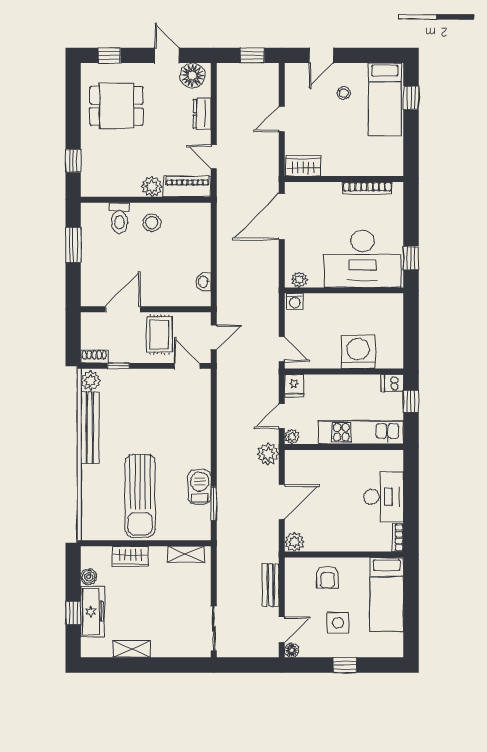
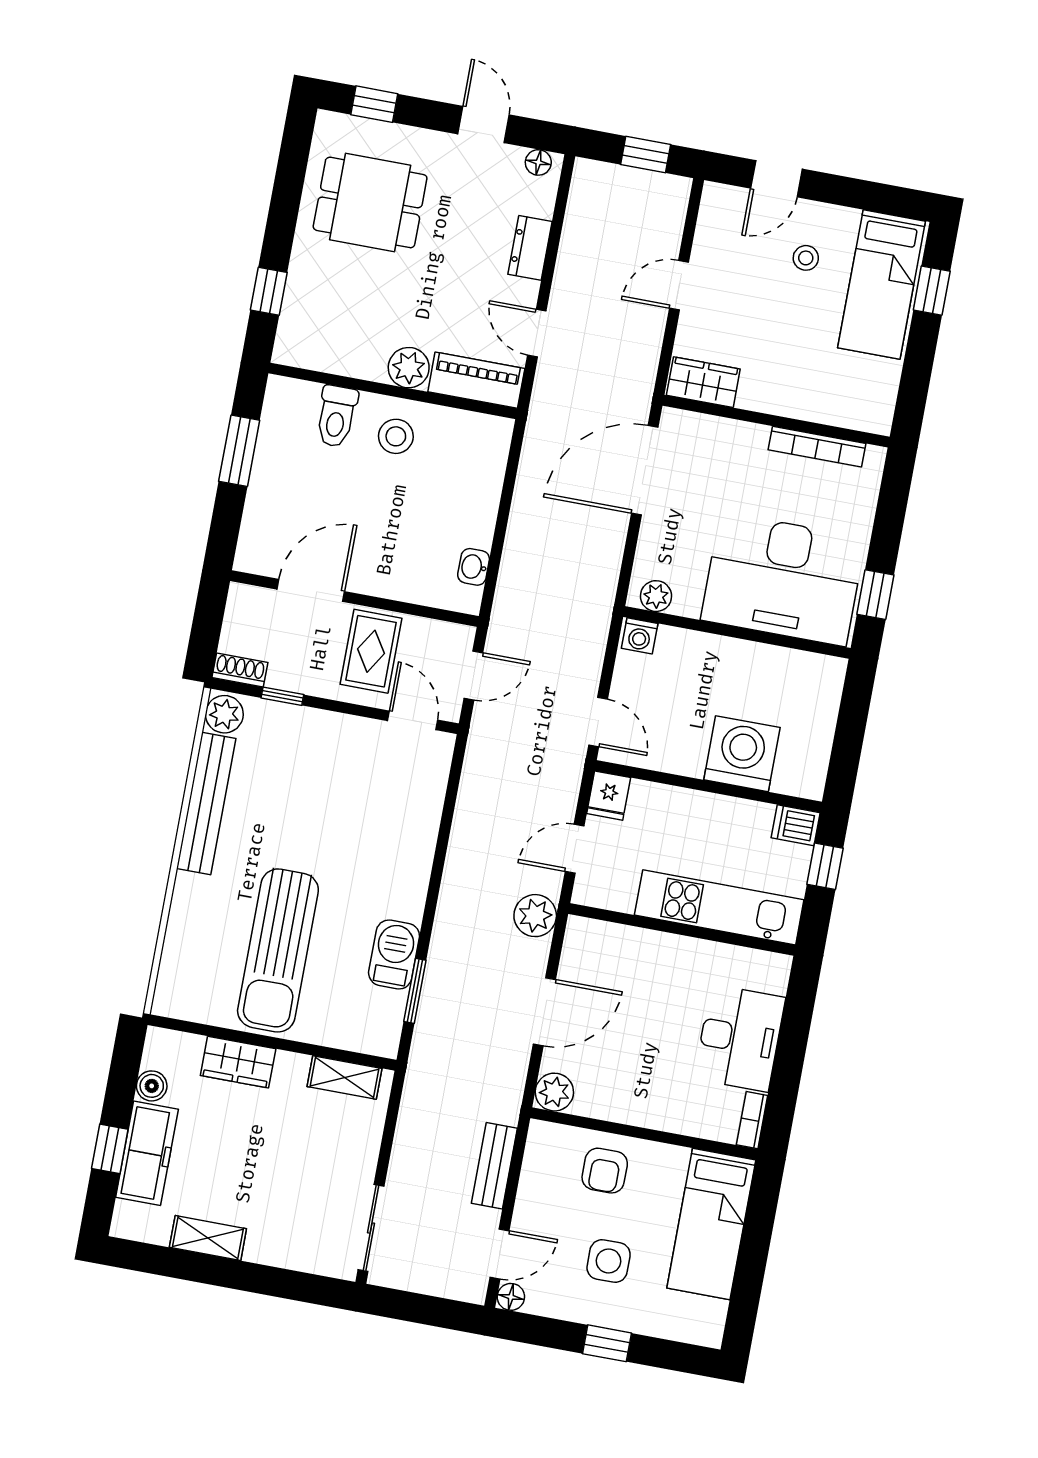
floor lamp: (192, 76) -> (538, 162), width x0.53, depth x0.53
plant: (292, 437) -> (587, 892), removed

